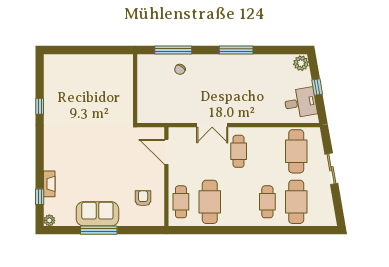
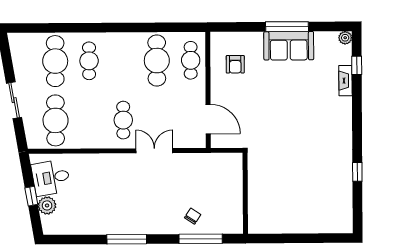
plant: (301, 63) -> (47, 205), moved

